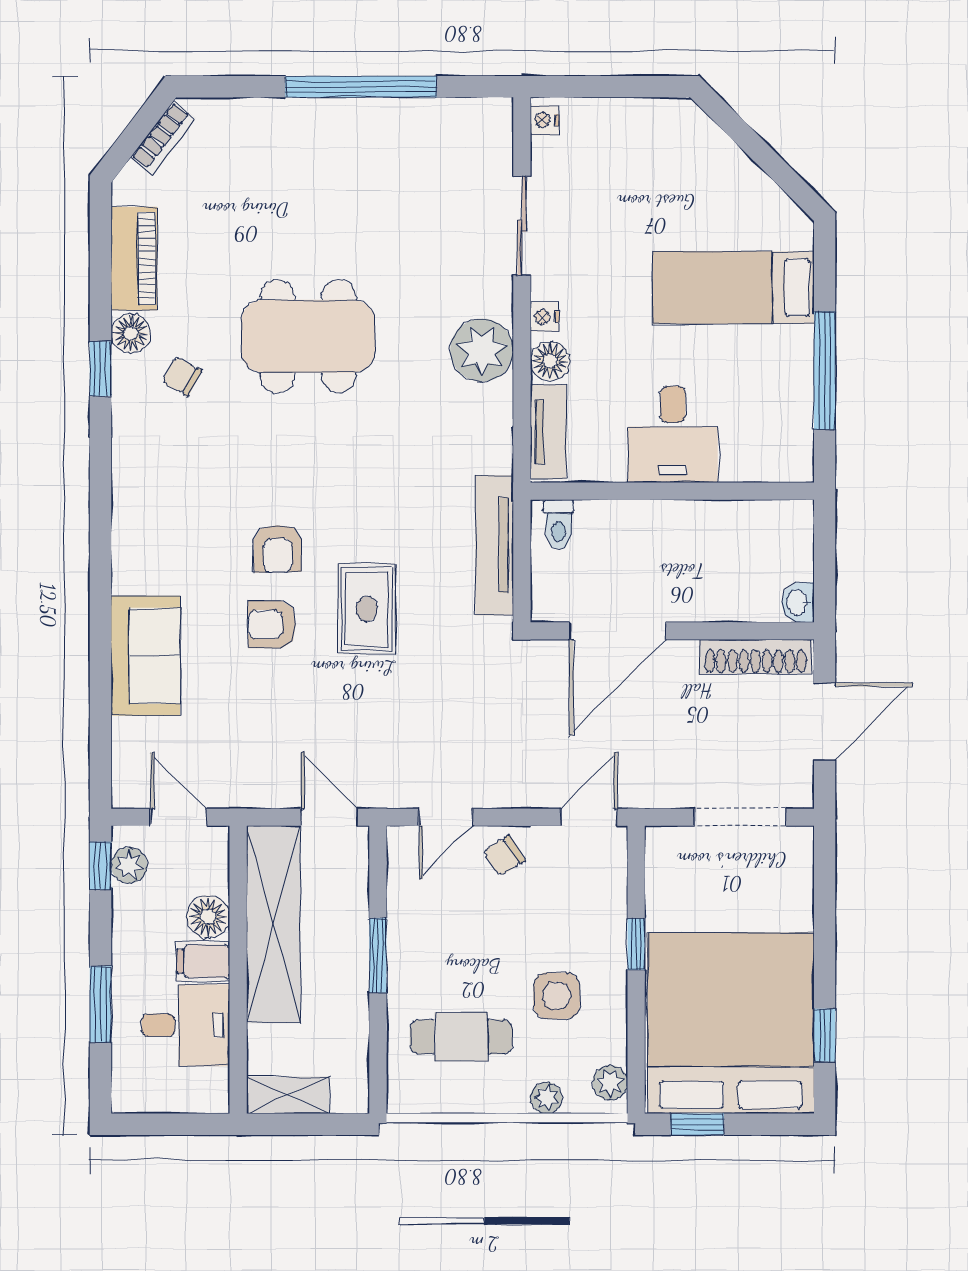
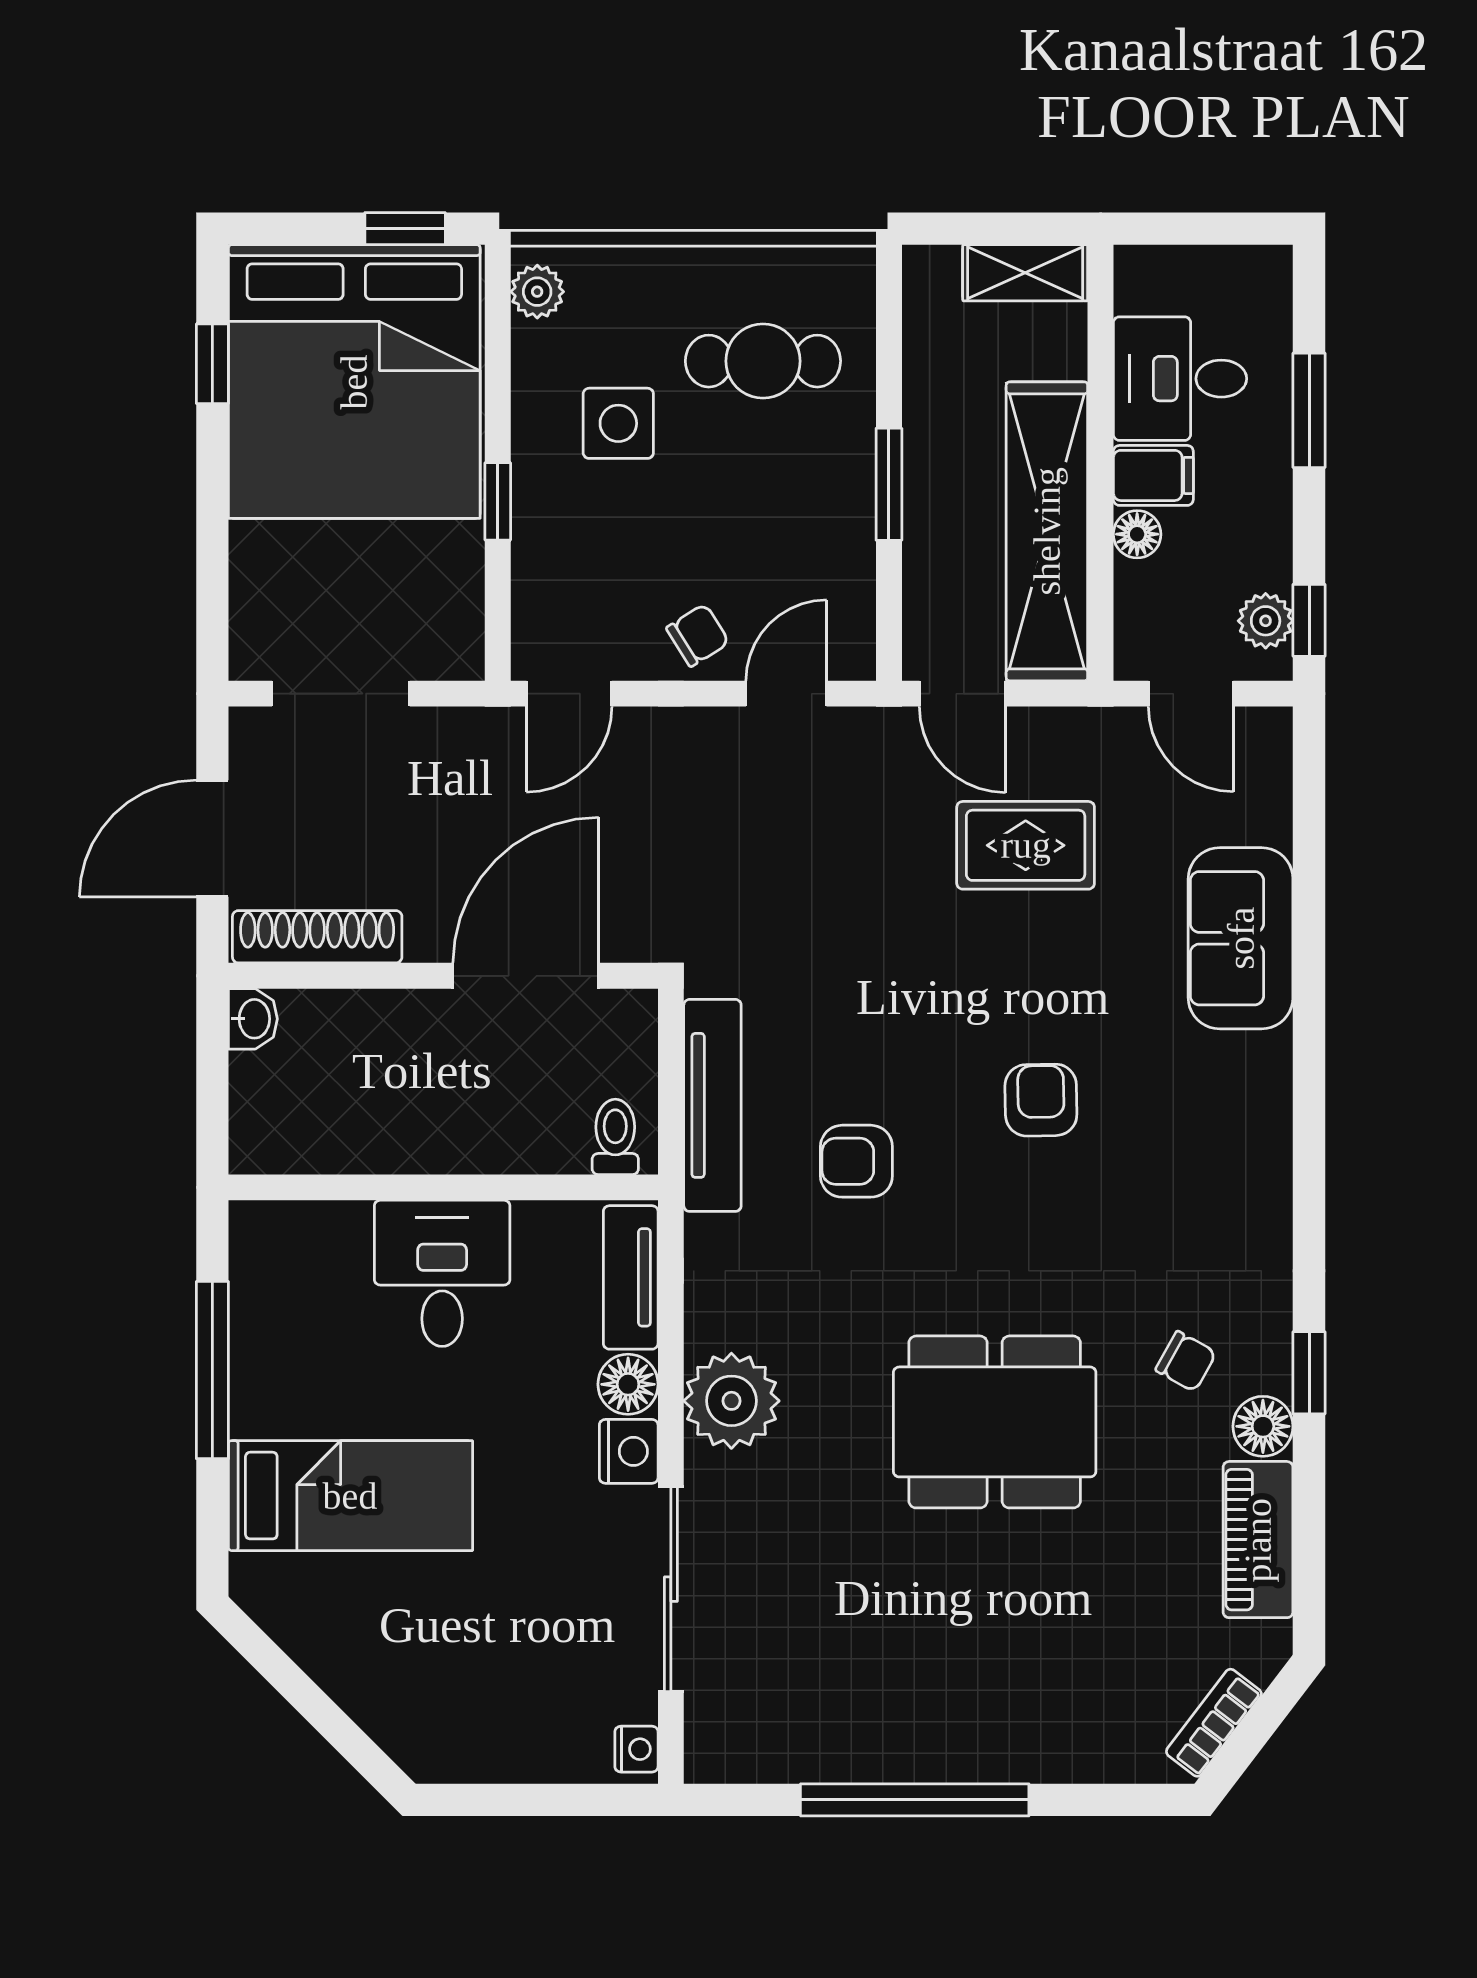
sliding door: (522, 226) -> (671, 1589), width x1.37
nightstand: (545, 317) -> (629, 1451), width x1.39, depth x1.35
rug: (367, 609) -> (1026, 845), moved, turned 90
armchair: (272, 624) -> (856, 1161), moved, turned 180
floor lamp: (208, 917) -> (1137, 534), width x0.73, depth x0.73
plant: (546, 1098) -> (634, 269), removed

